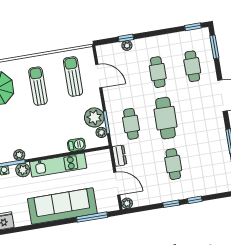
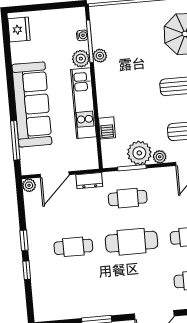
plant: (101, 132) -> (160, 157), moved

